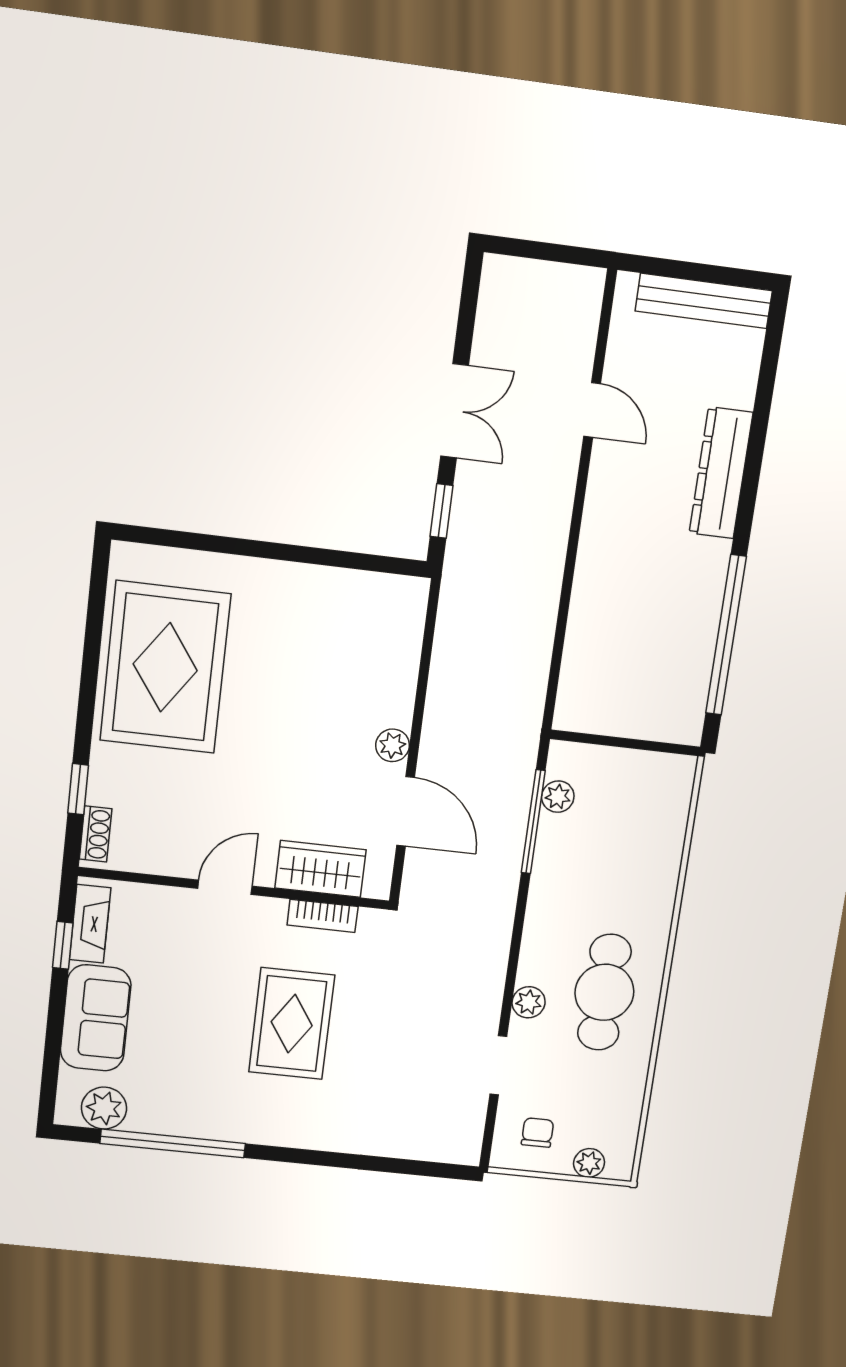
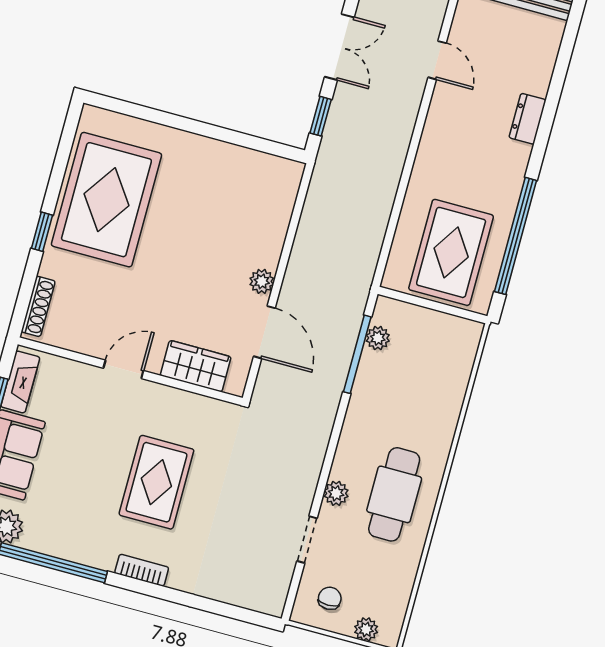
dresser: (721, 473) -> (528, 119), width x0.51, depth x0.80
rug: (642, 670) -> (451, 252), added
window: (78, 789) -> (42, 232), moved
shoe rack: (96, 834) -> (38, 306), width x1.43
bookcase: (323, 916) -> (142, 570), moved, turned 180

